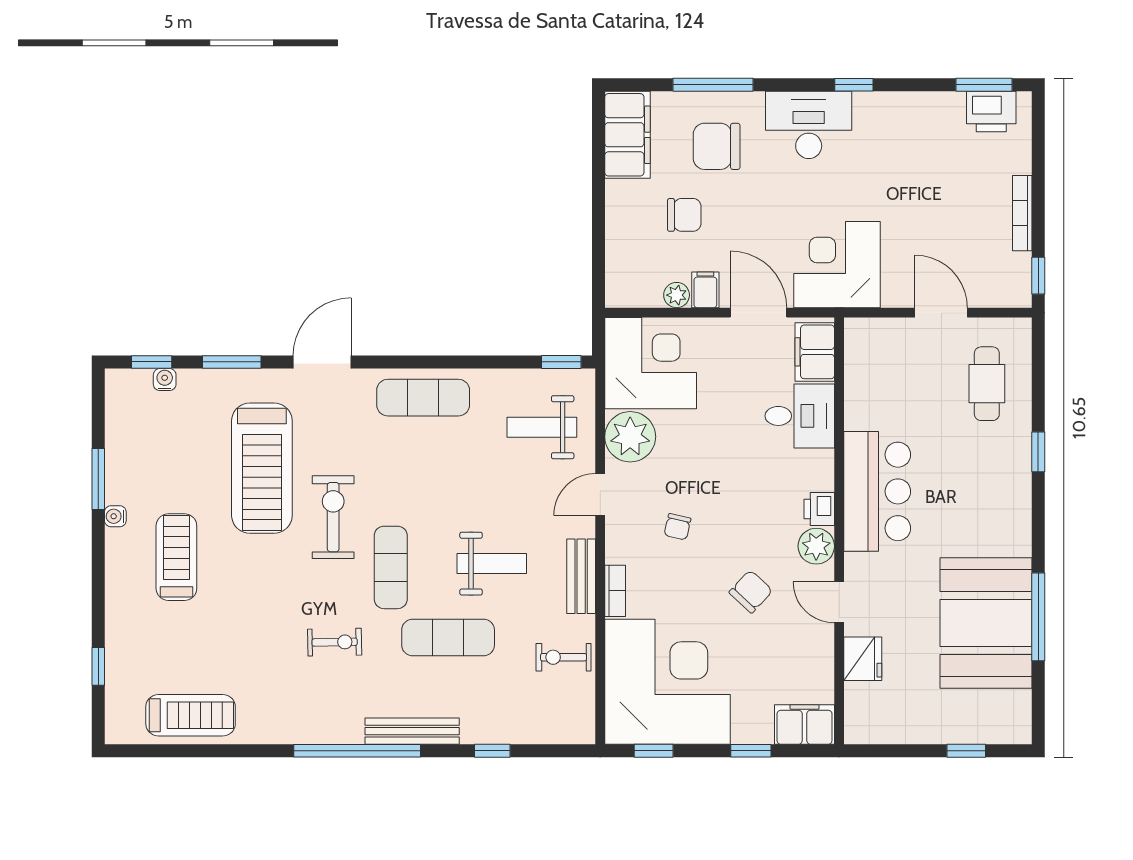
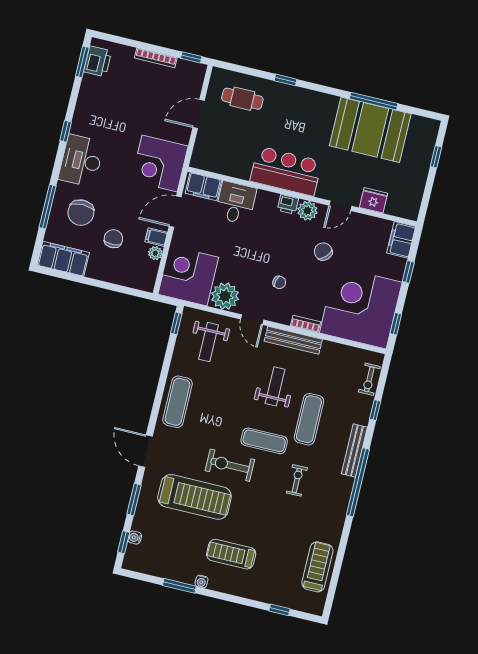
bench: (581, 576) -> (293, 340), width x1.36
exercise bike: (563, 657) -> (369, 379), moved

